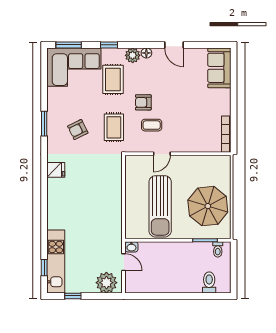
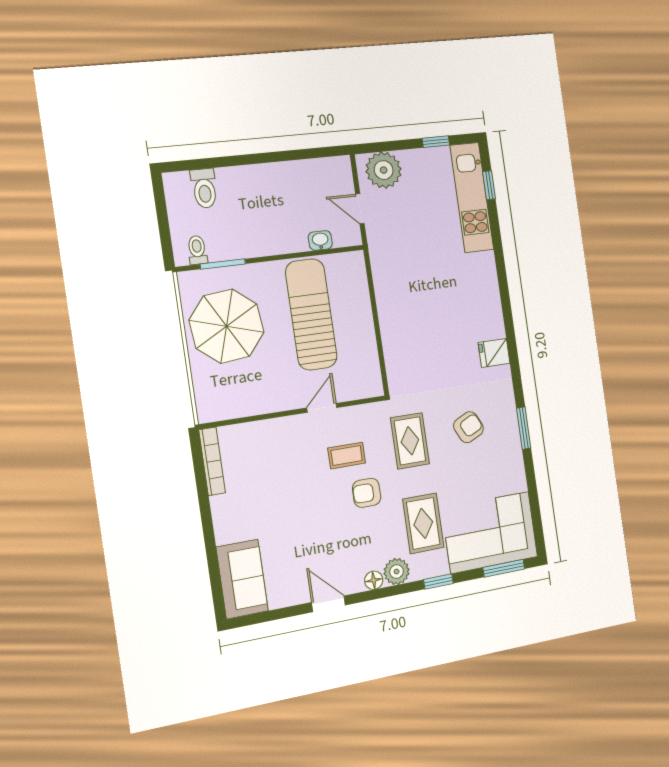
armchair: (143, 102) -> (367, 493), turned 180
washbasin: (131, 247) -> (320, 240), moved

